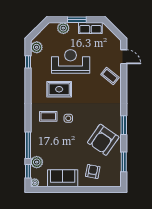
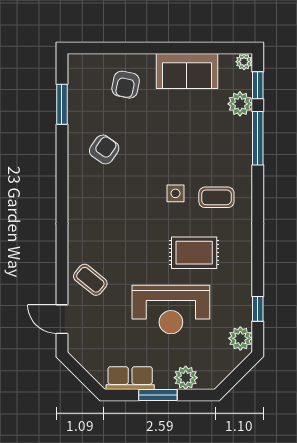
window: (124, 125) -> (62, 179), removed
armchair: (103, 140) -> (104, 149), width x0.53, depth x0.53

